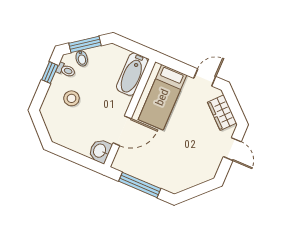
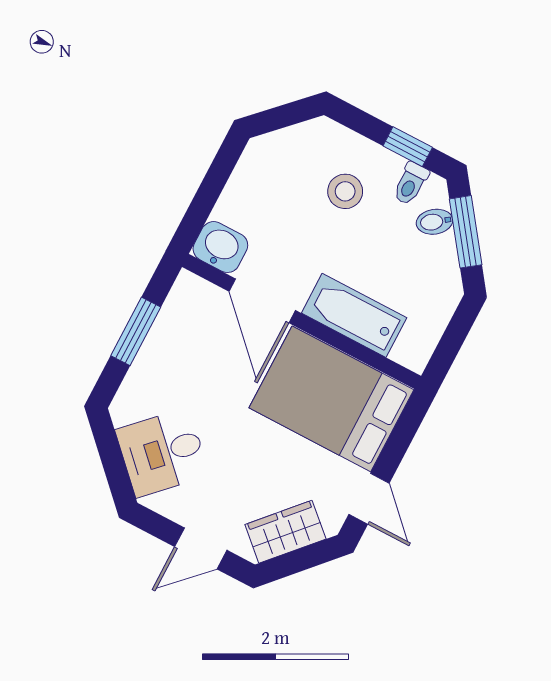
bathtub: (132, 74) -> (354, 315), moved
bed: (162, 97) -> (331, 399), width x1.50
desk: (192, 169) -> (162, 453), added
window: (140, 185) -> (136, 331), width x0.69

